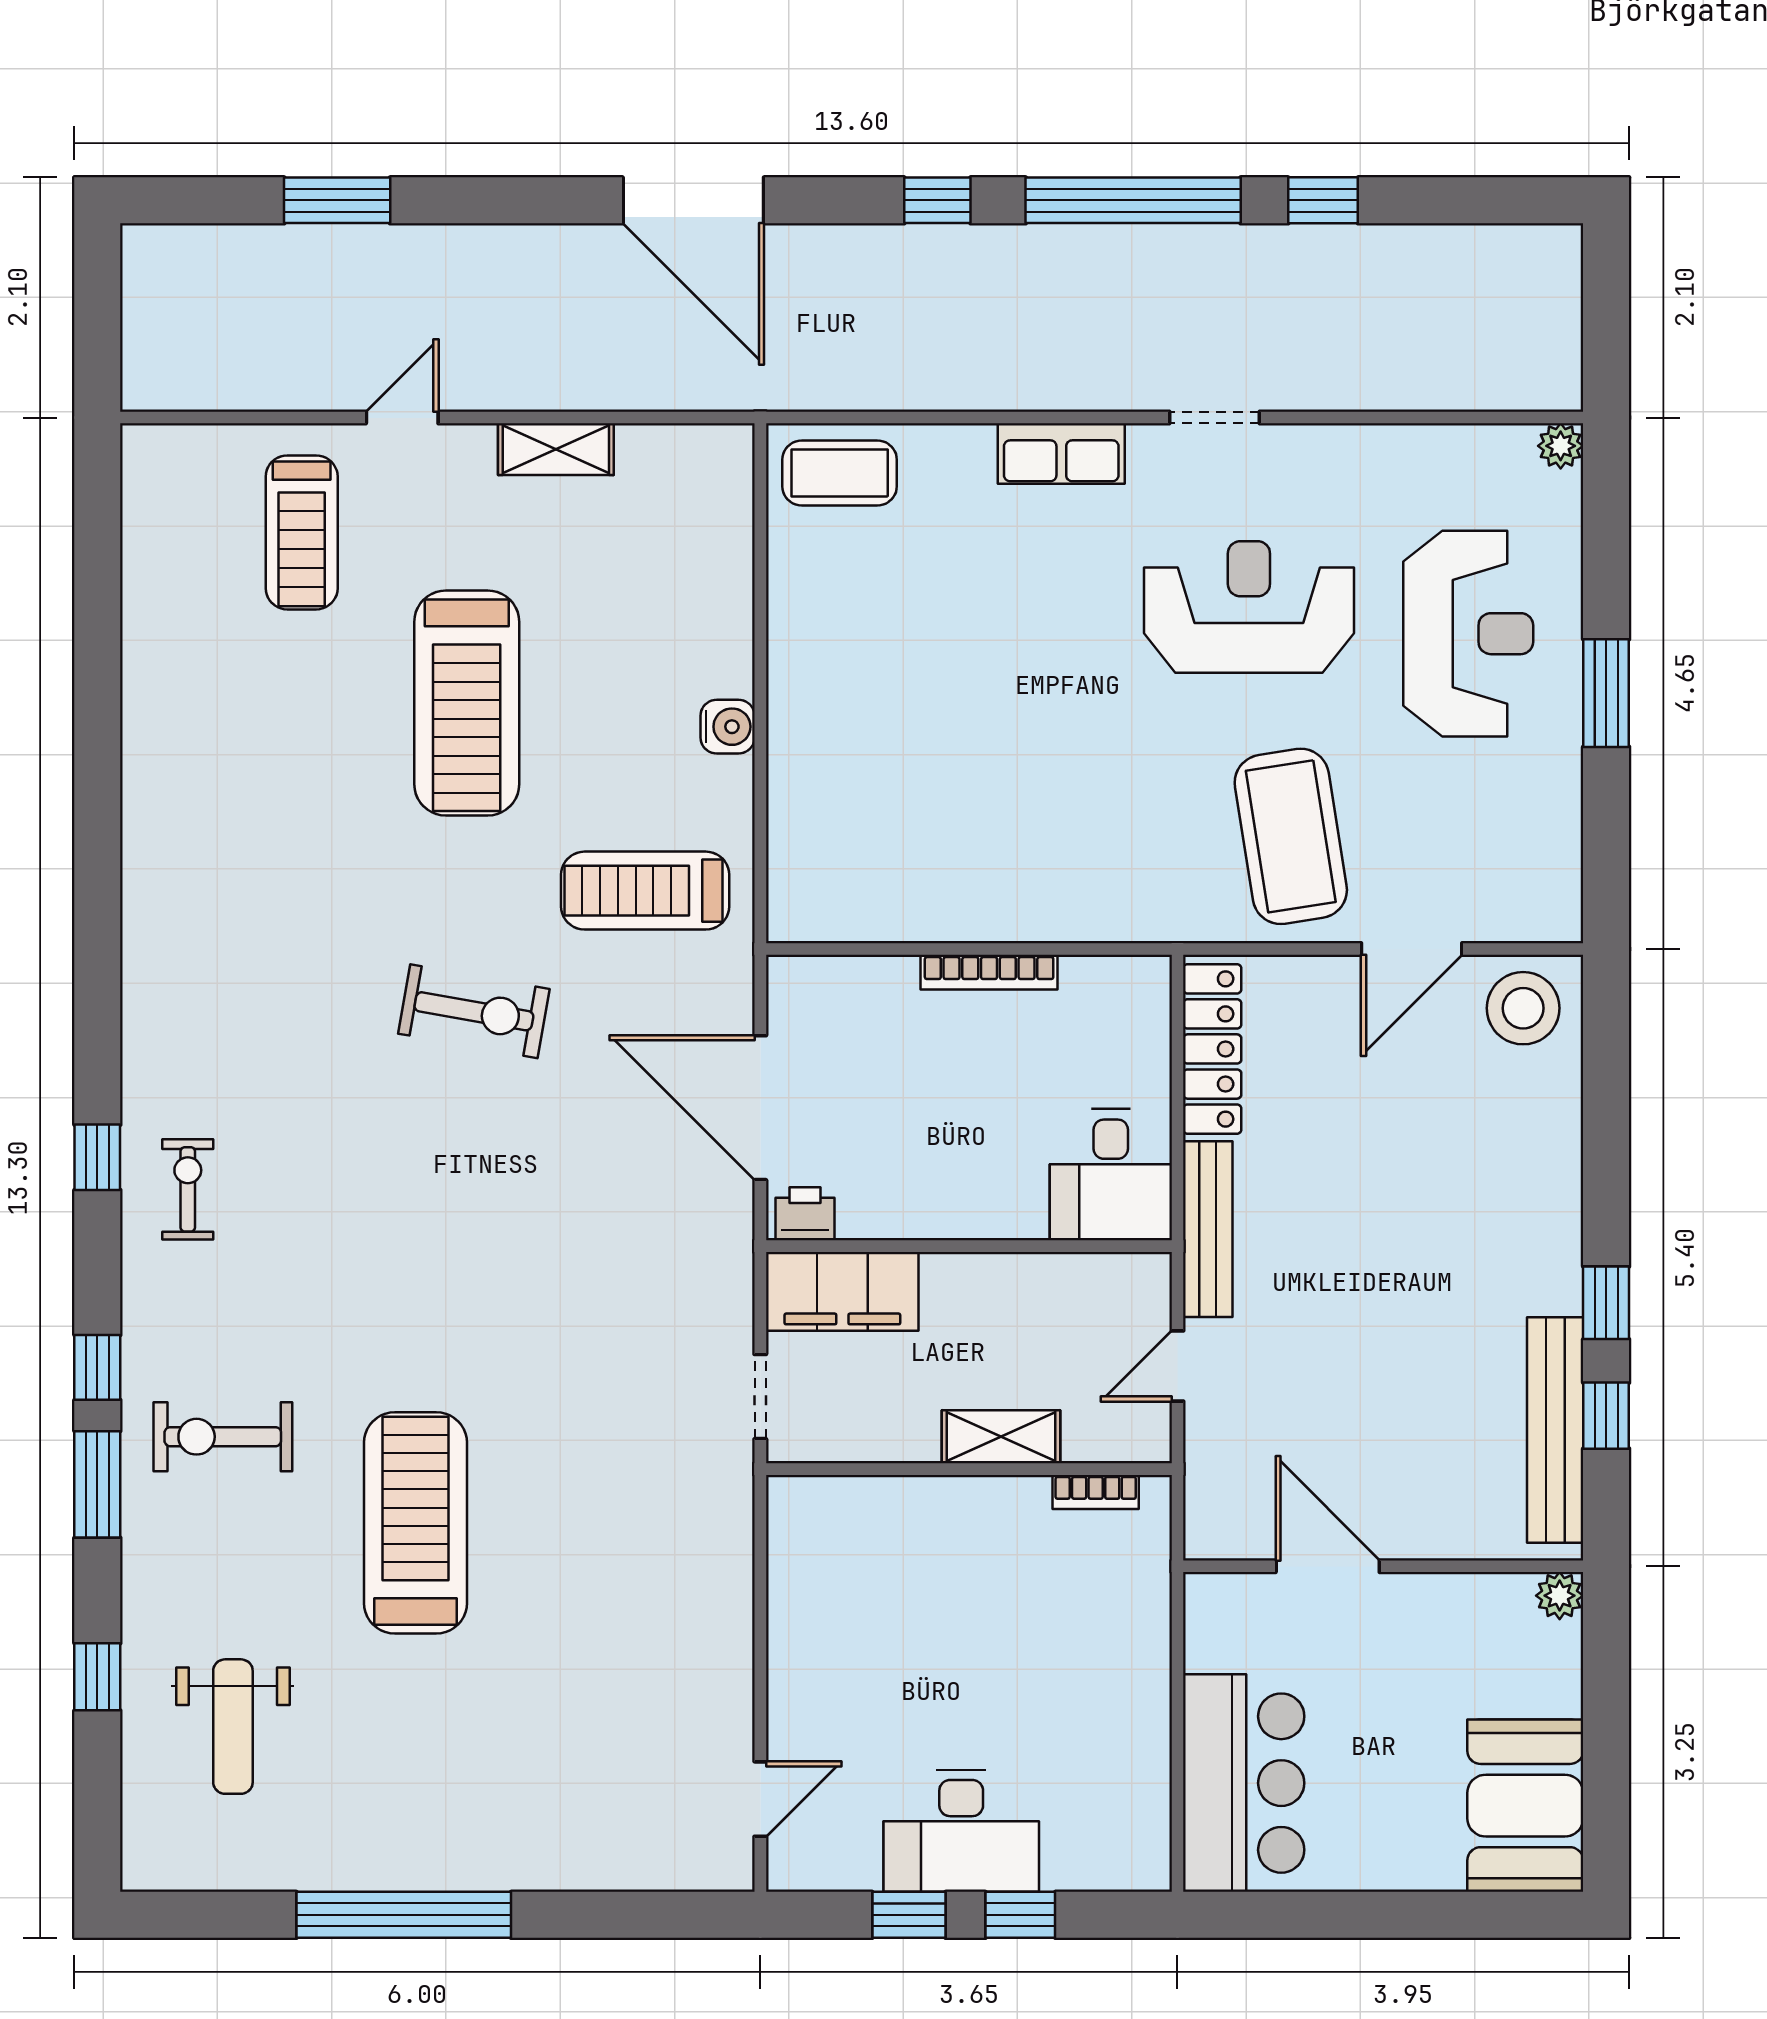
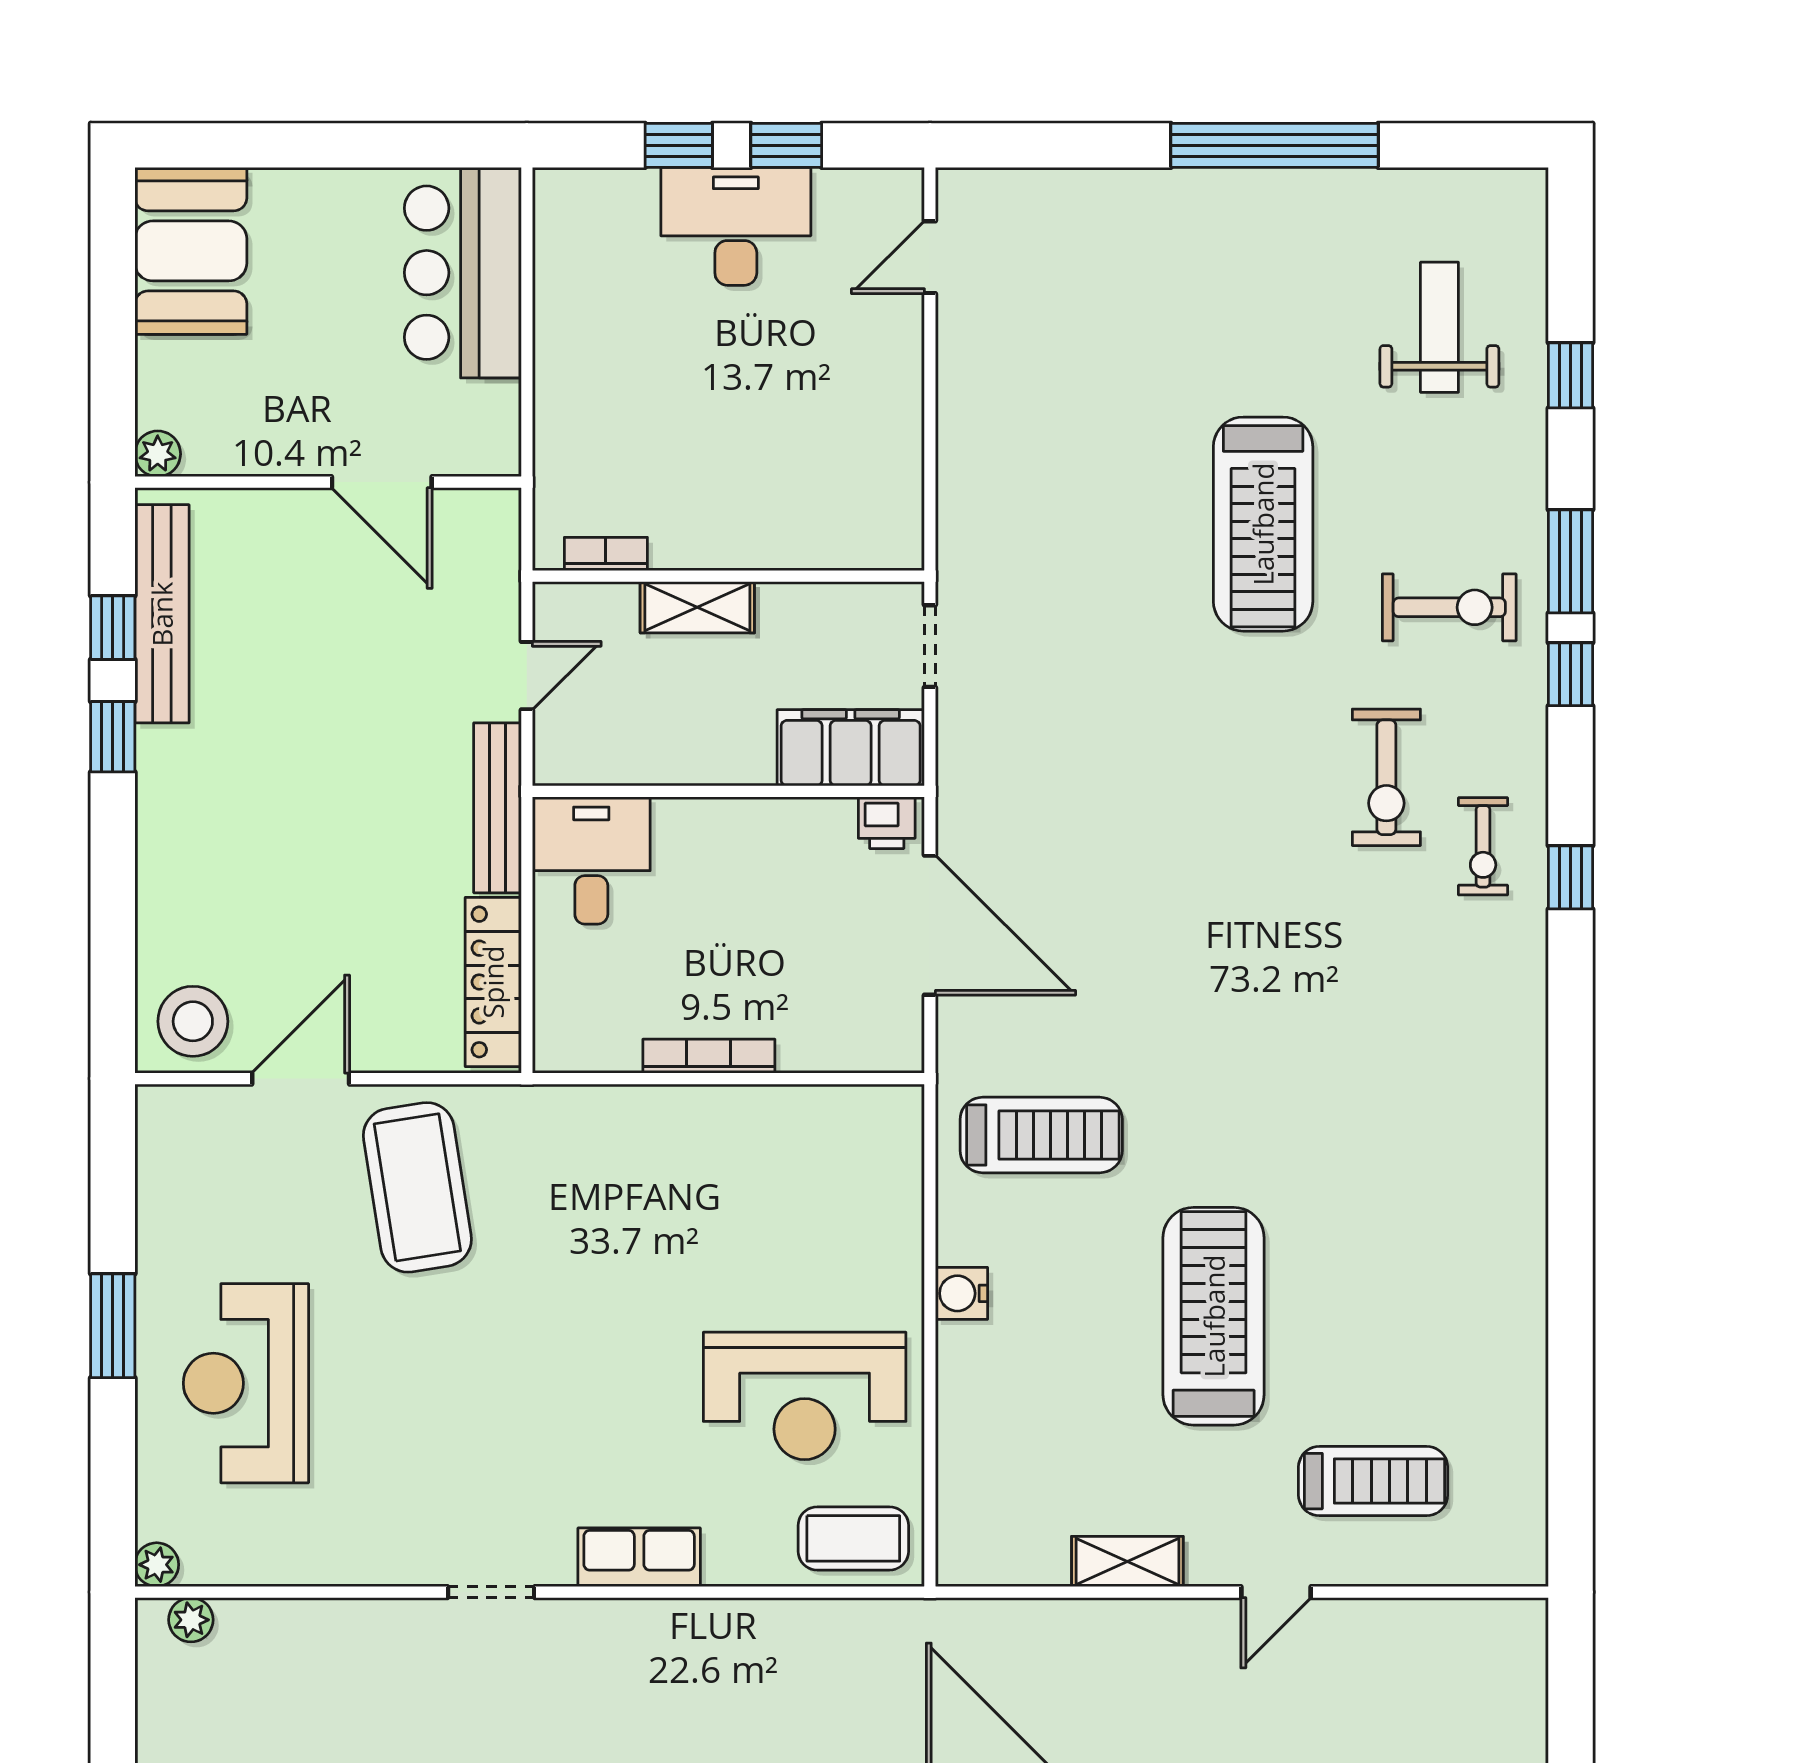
plant: (1525, 389) -> (191, 1620), added
treadmill: (302, 532) -> (1373, 1481), turned 90
reception desk: (1249, 607) -> (805, 1396), moved
exercise bike: (474, 1011) -> (1386, 777), moved, turned -100

